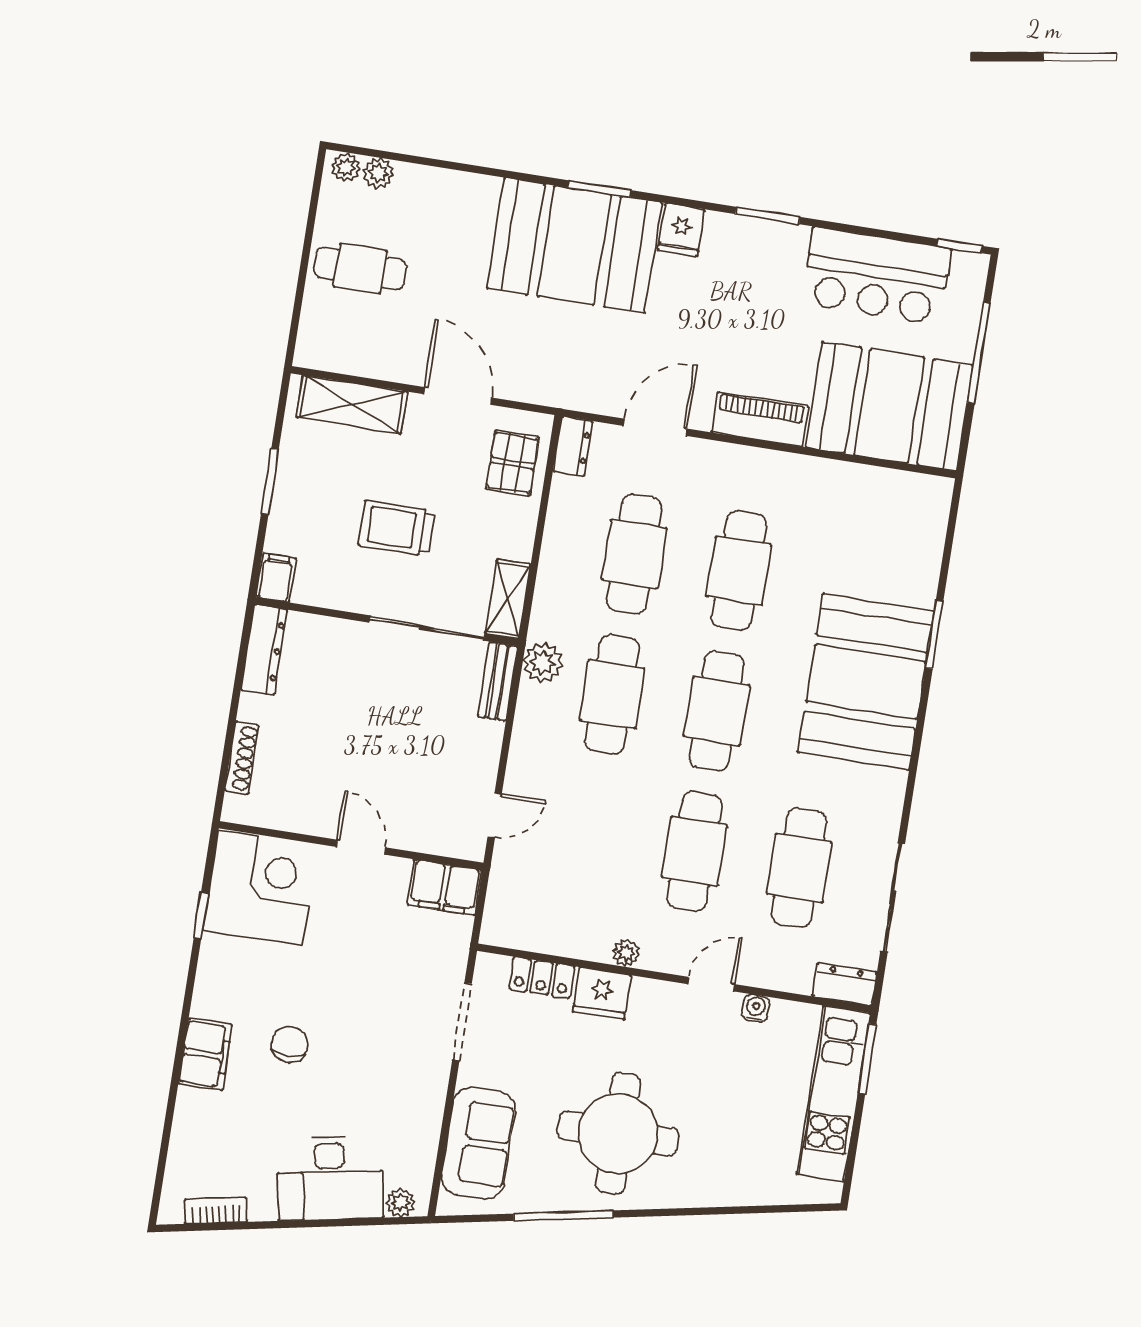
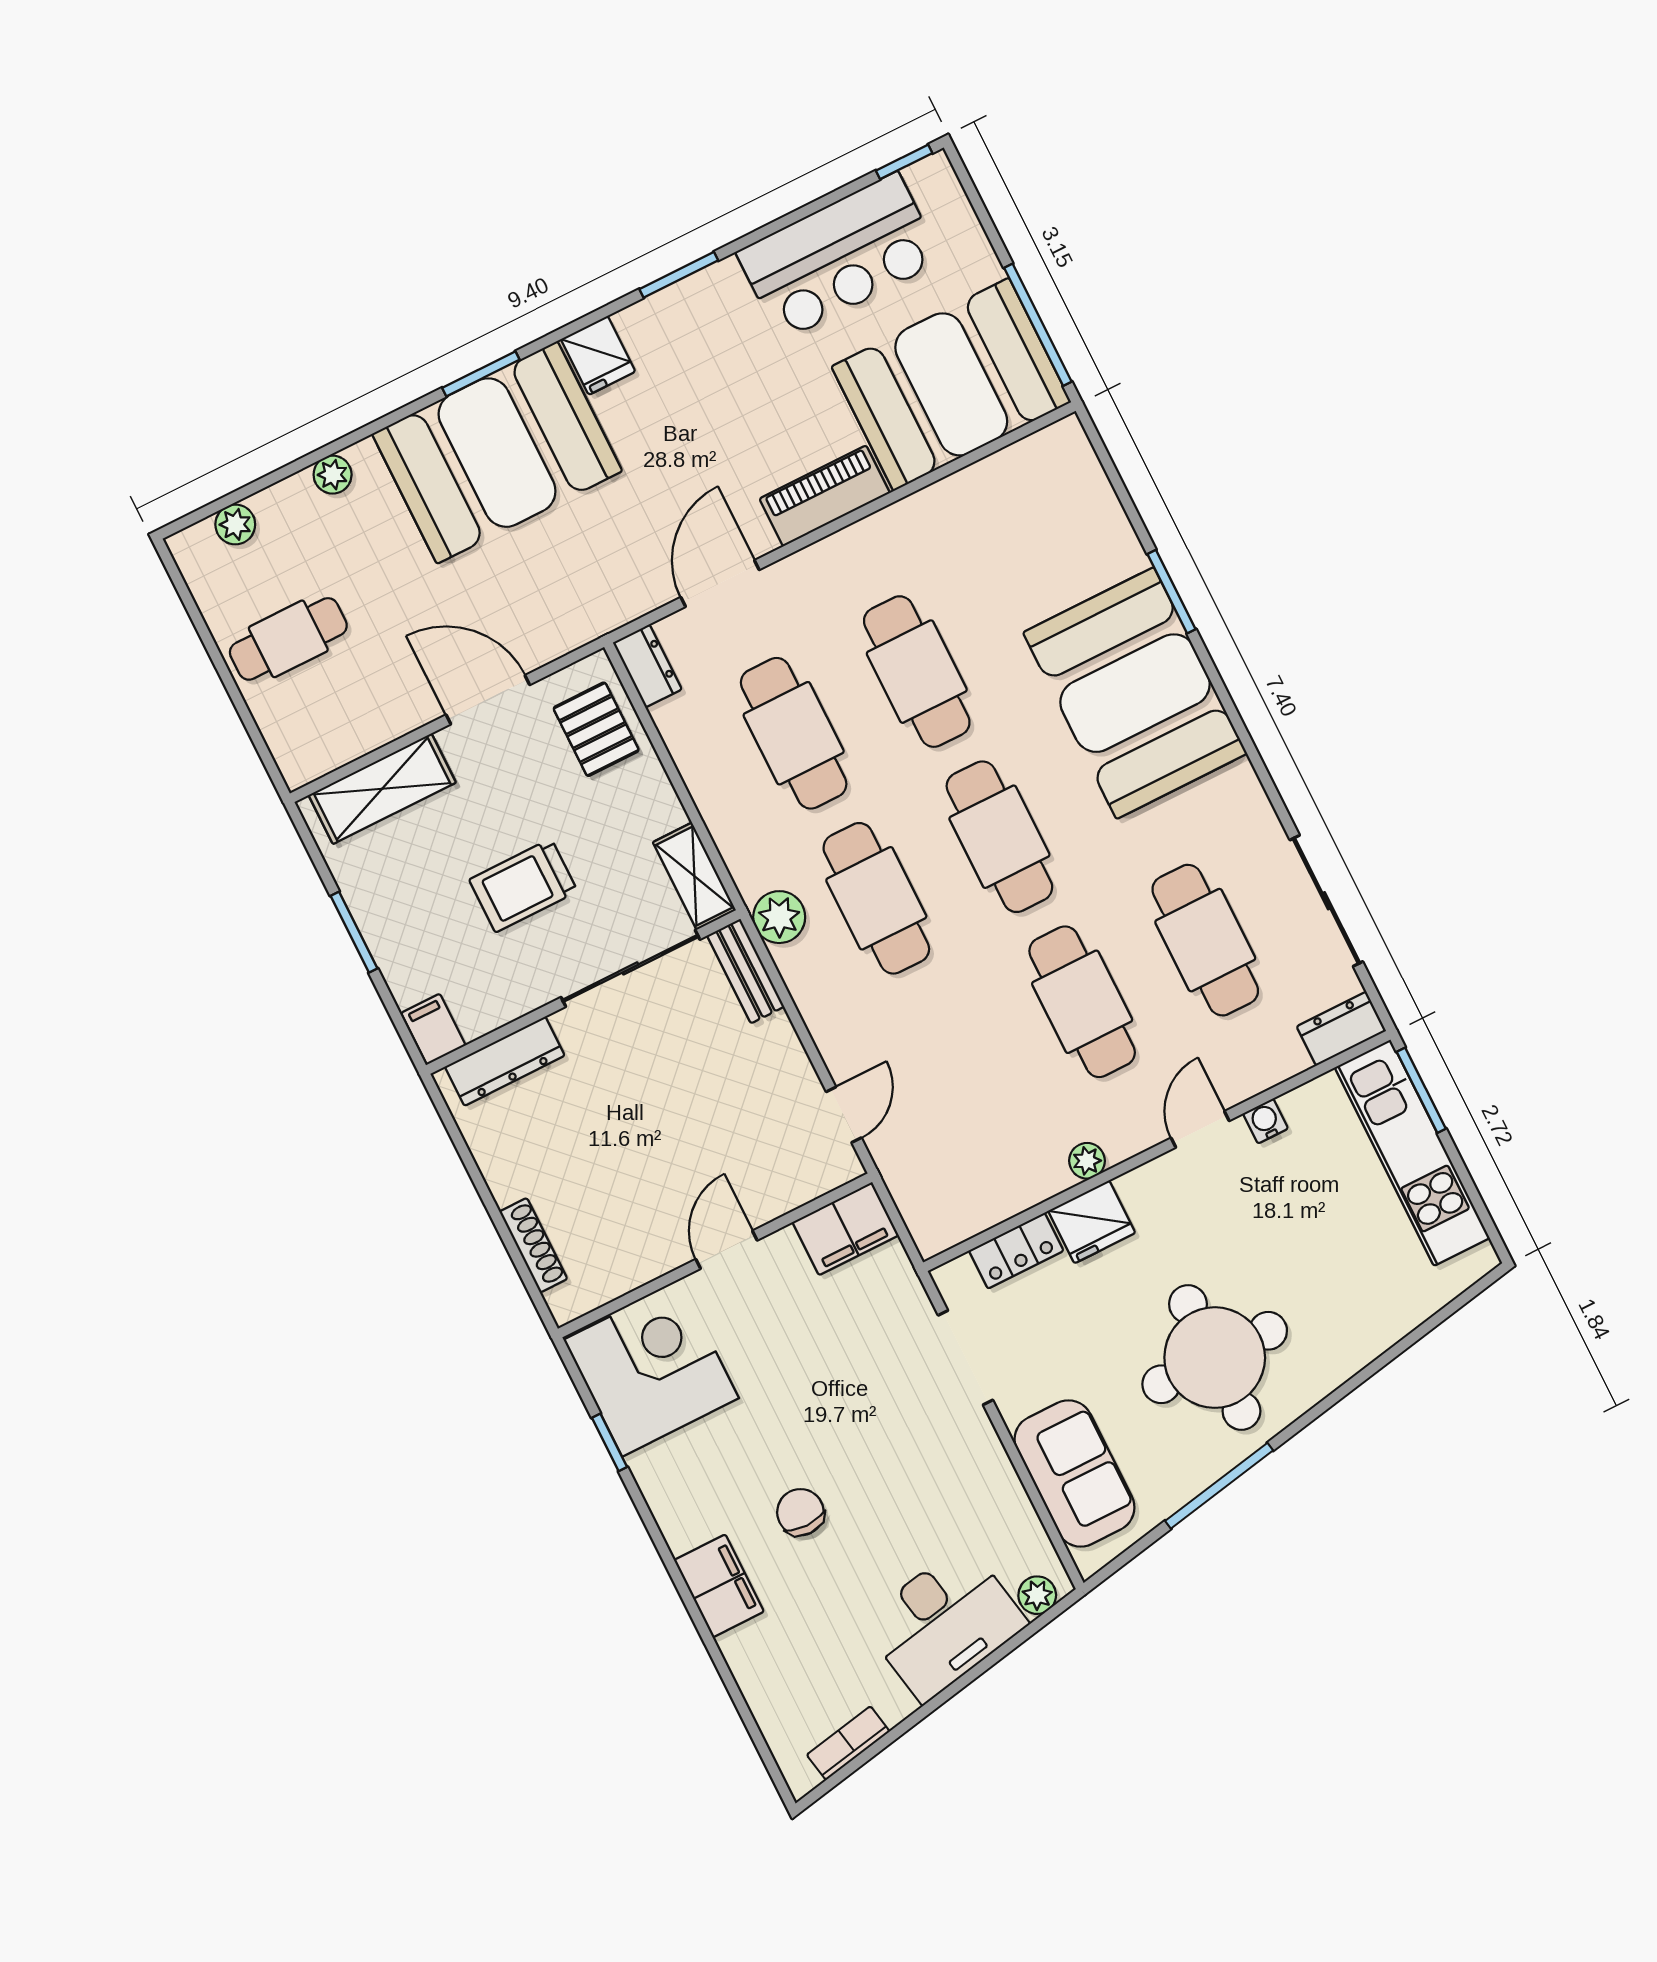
plant: (346, 167) -> (333, 475), moved
window: (979, 353) -> (1038, 325), moved
dresser: (264, 650) -> (505, 1061), moved, turned 90
door: (361, 847) -> (726, 1250), hinge flipped

